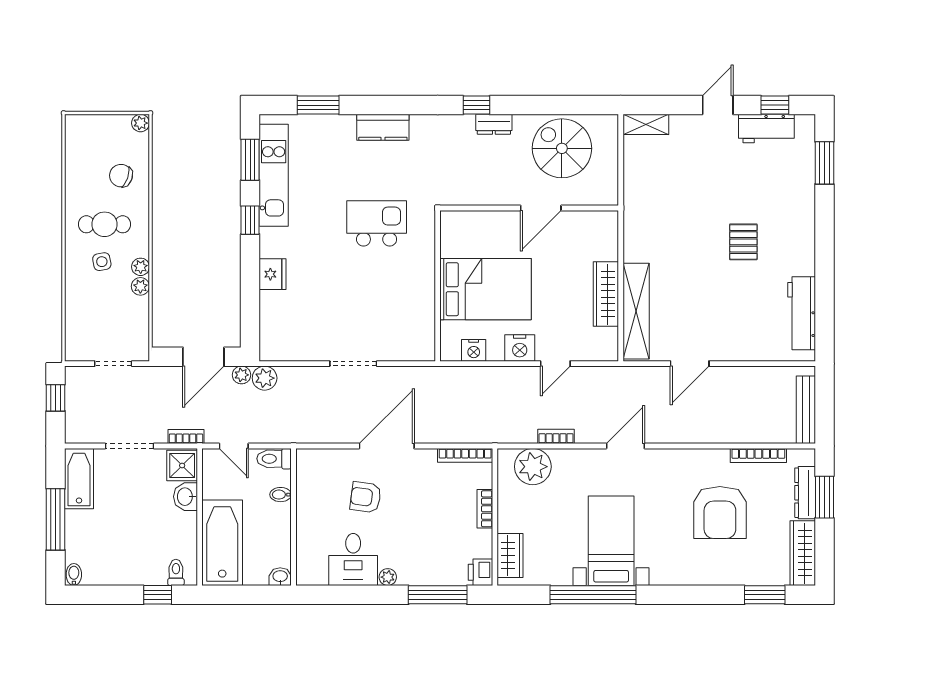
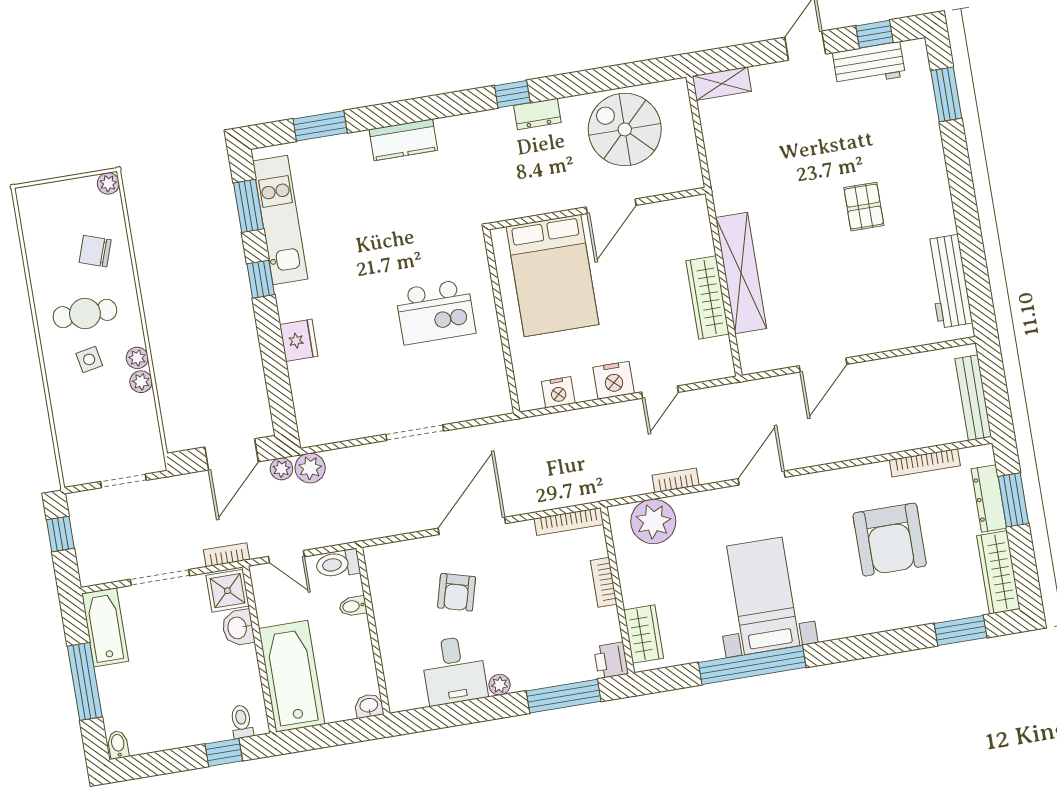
kitchen island: (377, 223) -> (436, 312), moved, turned 180
bed: (486, 289) -> (553, 275), moved, turned 90
shelving: (636, 311) -> (741, 273), moved
armchair: (366, 497) -> (457, 592), turned -83

